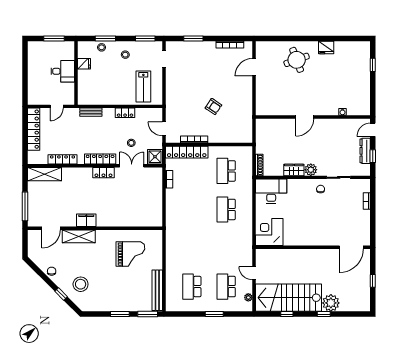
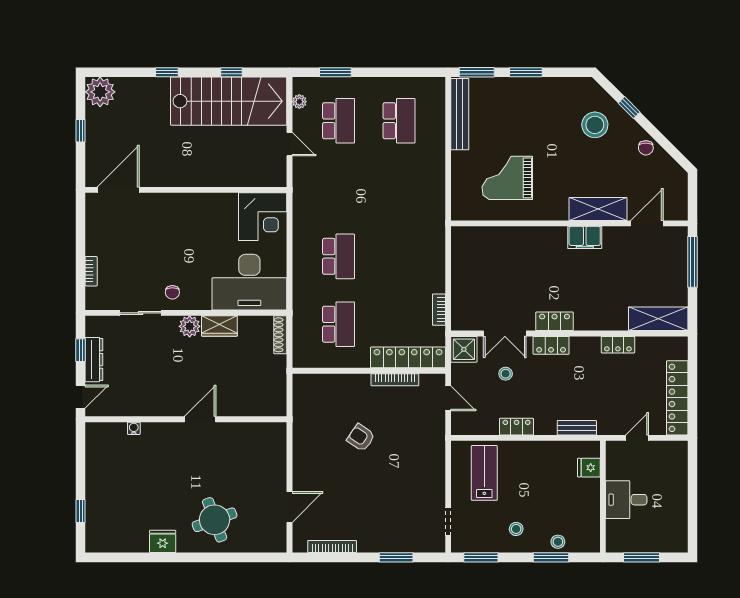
fridge: (84, 64) -> (589, 468), moved
locker: (62, 159) -> (618, 345), width x0.66
locker: (100, 159) -> (551, 345), width x0.66
desk: (271, 191) -> (249, 282), width x1.36, depth x1.30
plant: (331, 303) -> (100, 92), moved
window: (214, 314) -> (335, 72), moved

